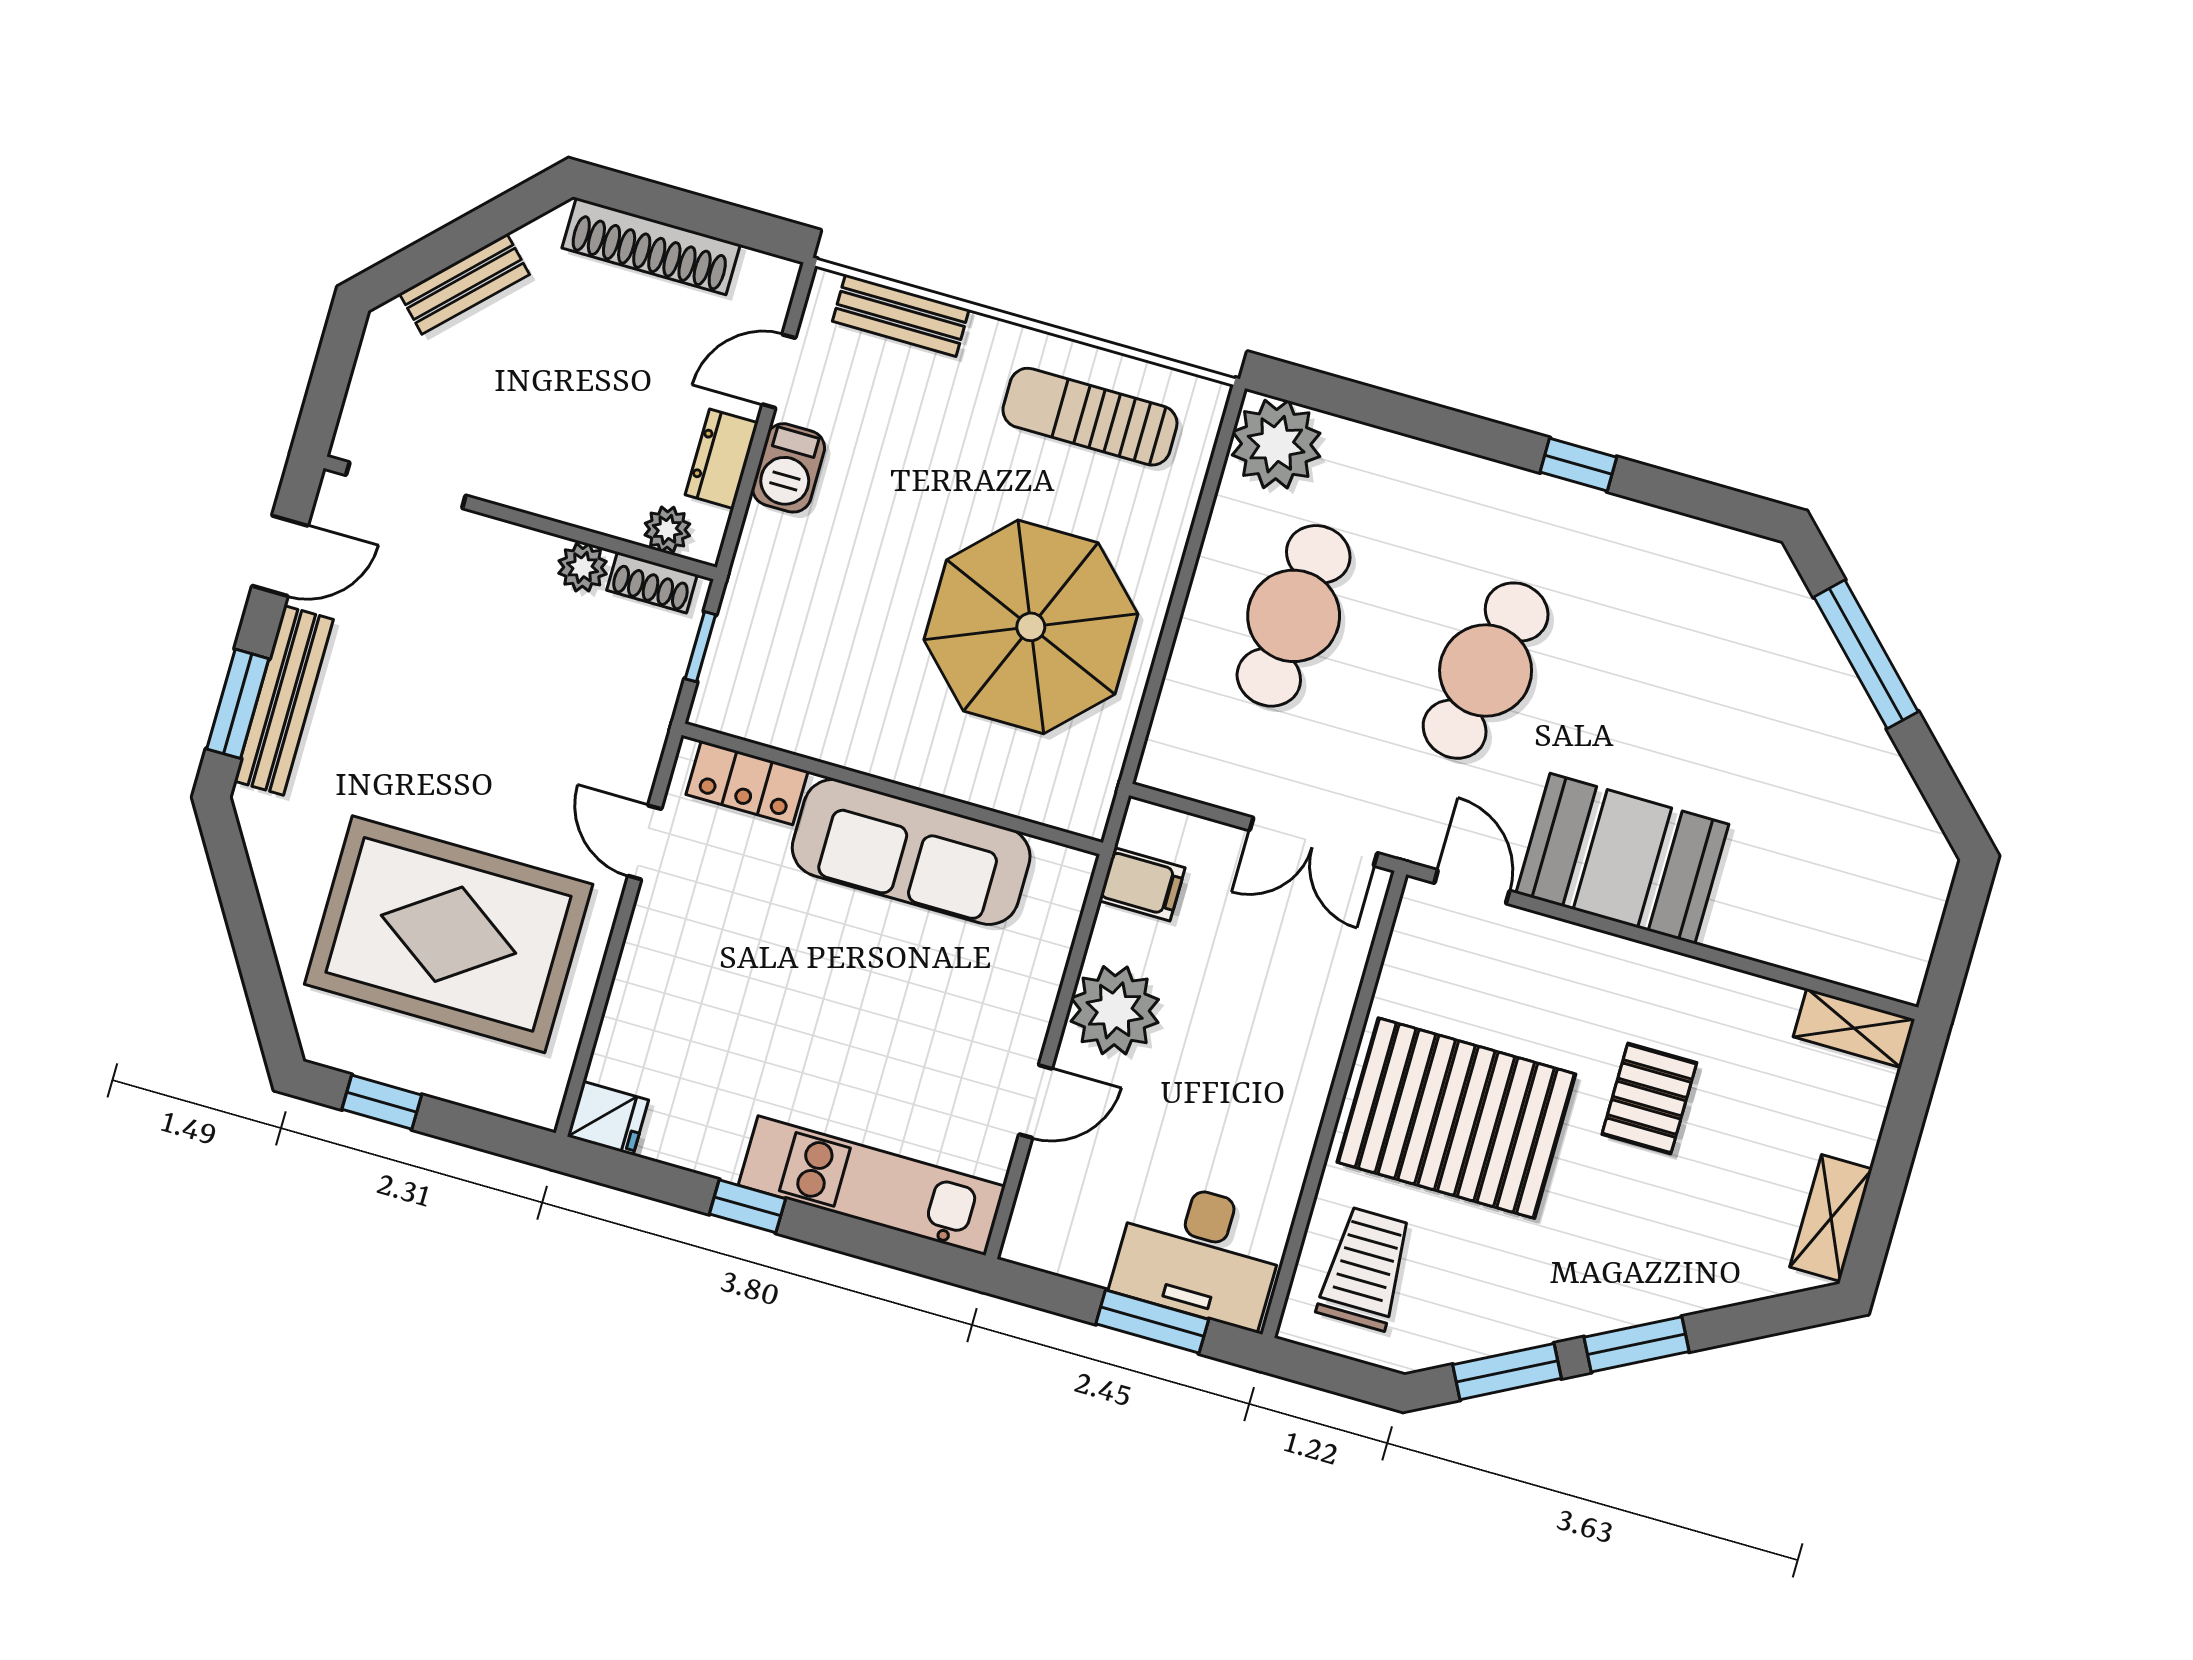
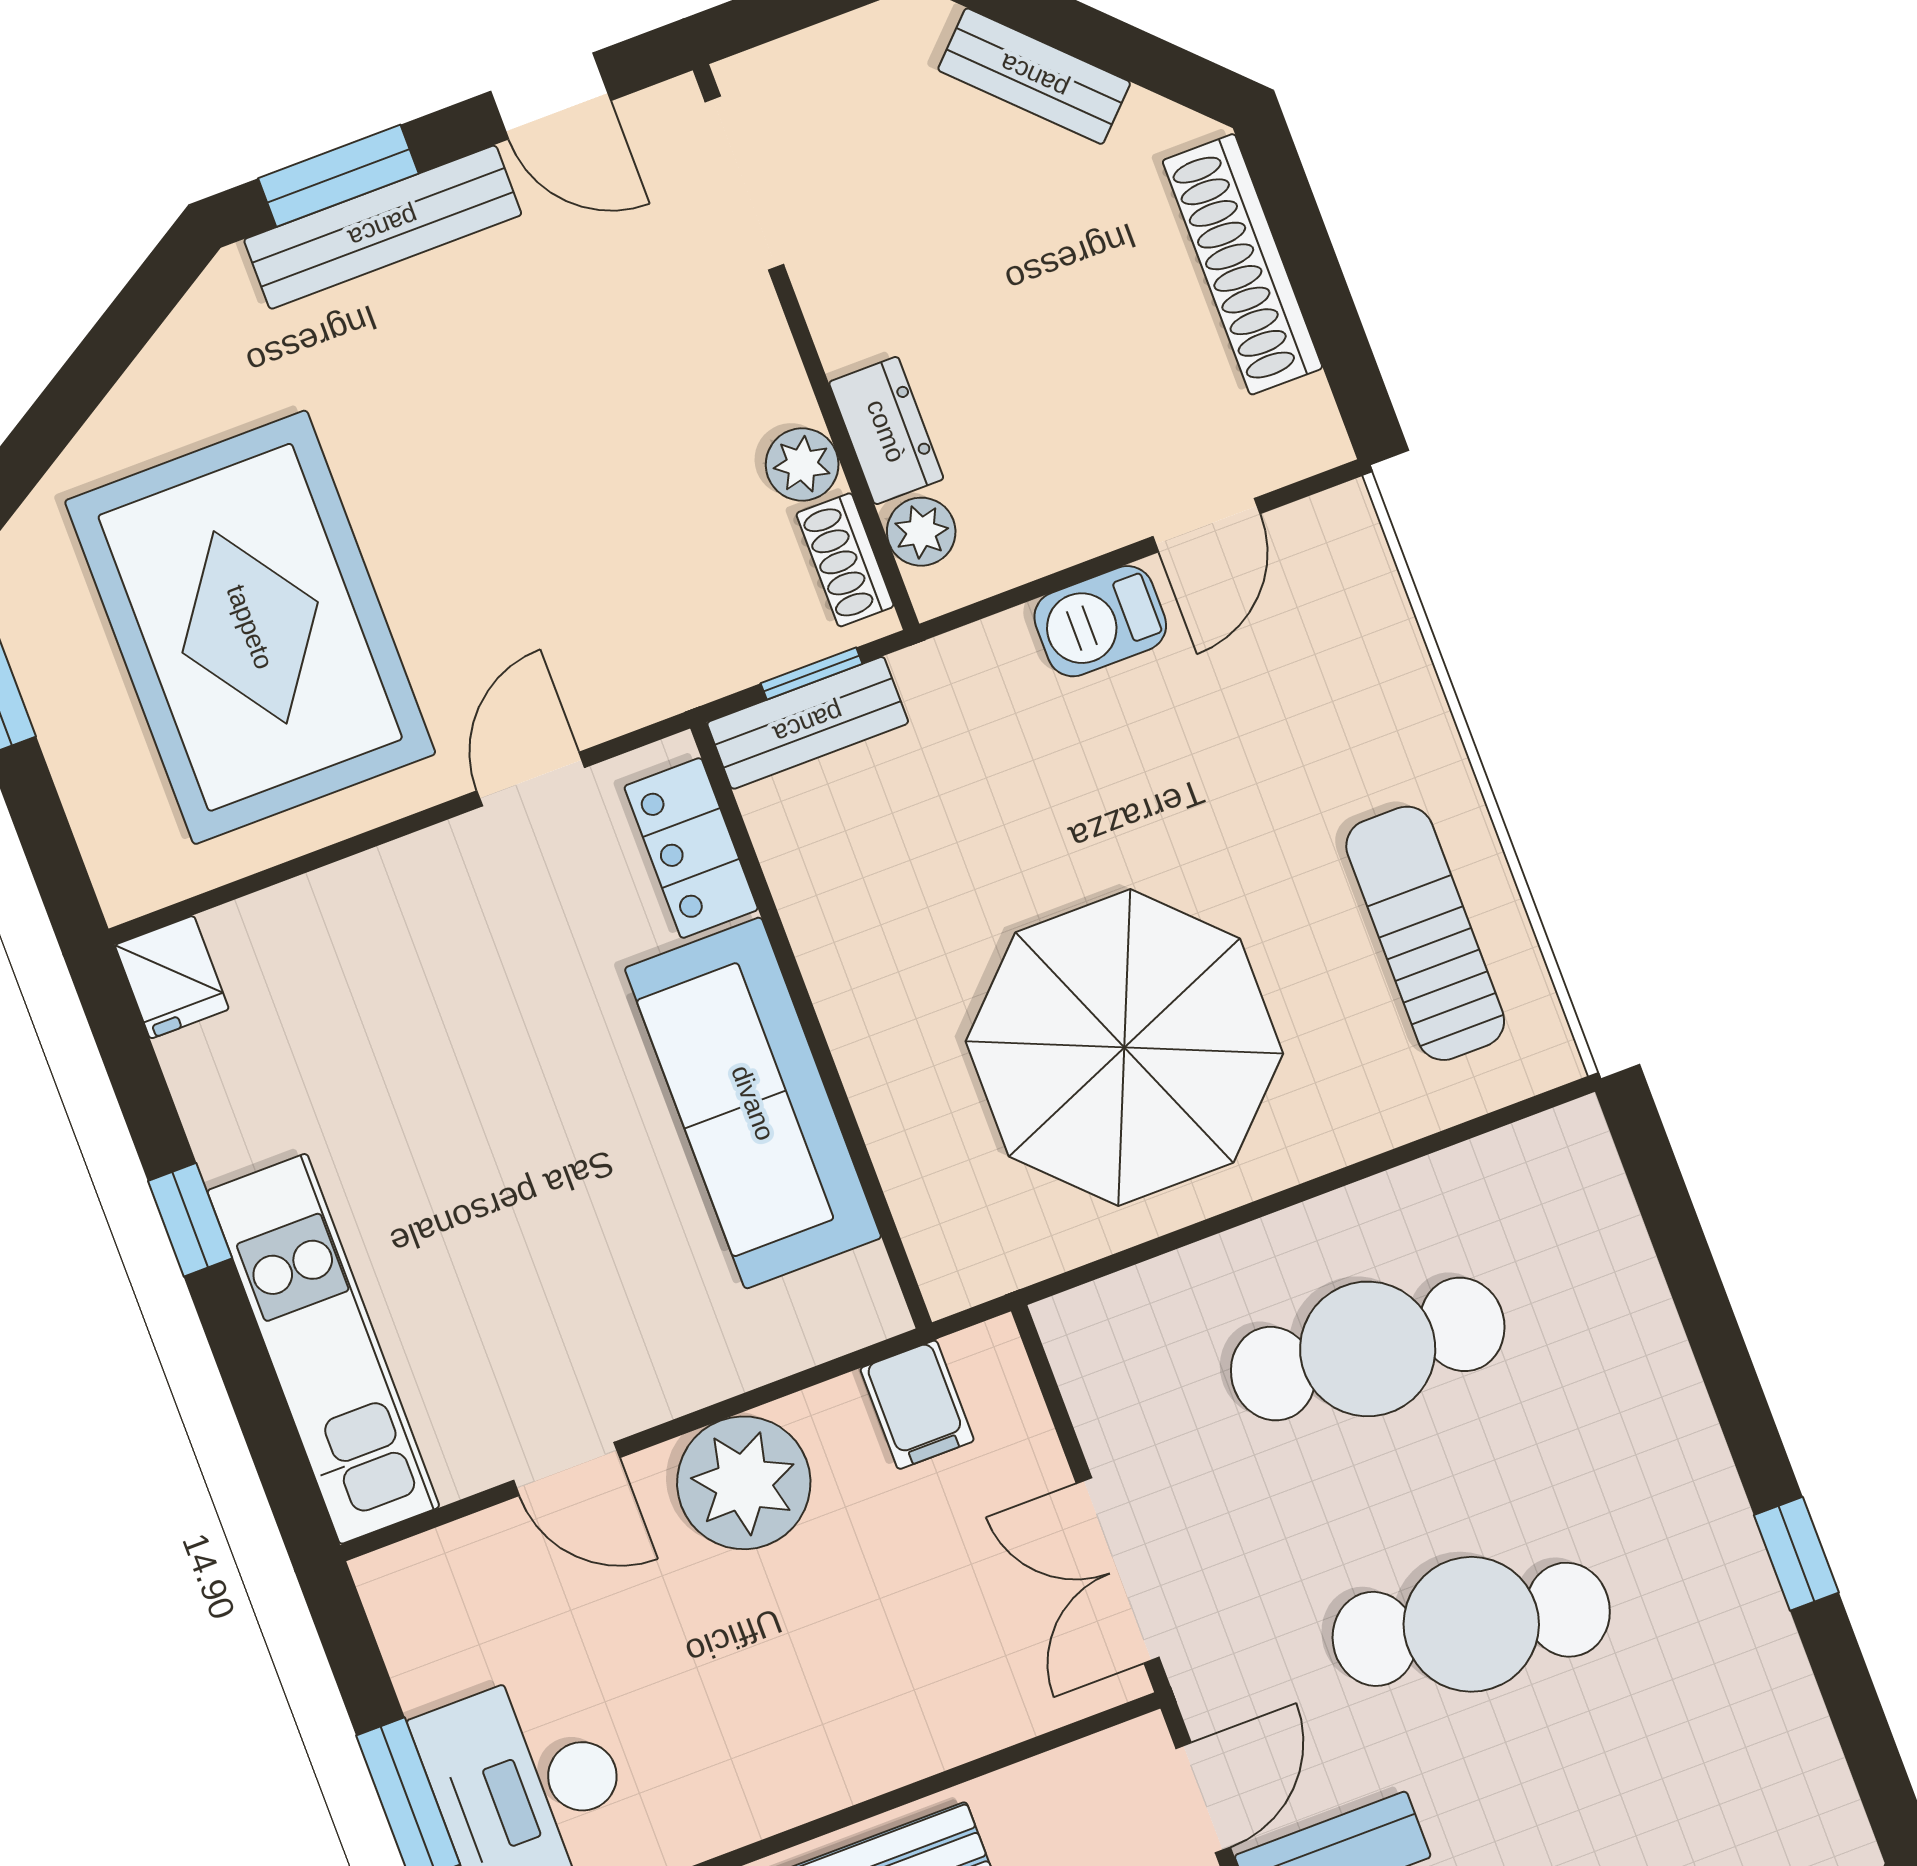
bench: (901, 315) -> (808, 723), moved, turned 90
door: (779, 371) -> (1206, 525), swing flipped
plant: (1276, 444) -> (1556, 1178), removed
dresser: (722, 459) -> (886, 431), moved, turned 90

